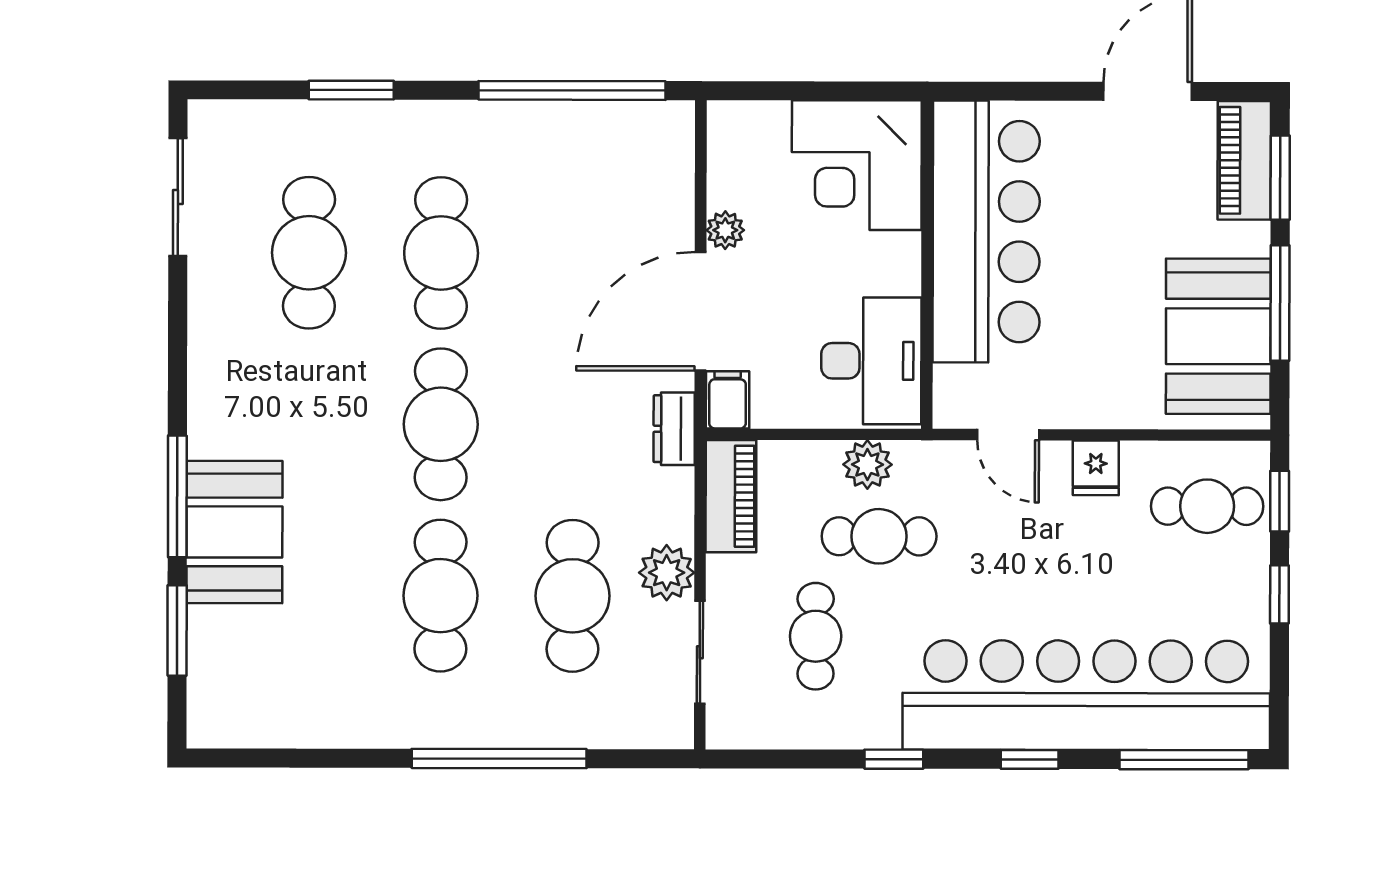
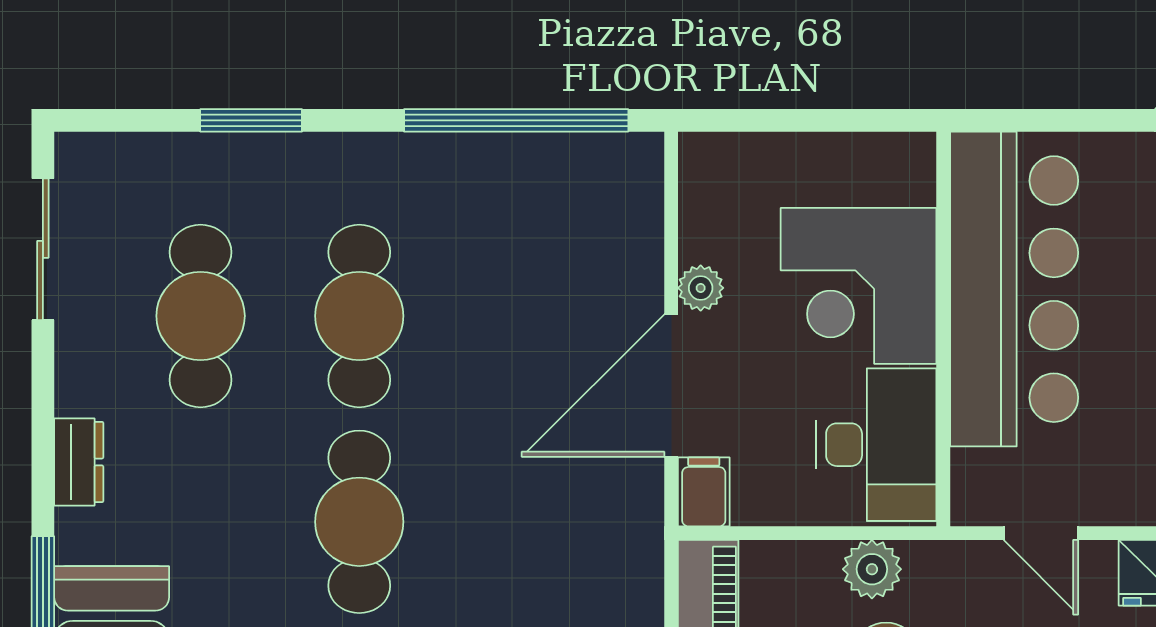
corner desk: (857, 165) -> (858, 286), moved
dresser: (674, 429) -> (79, 462), moved, turned 180

